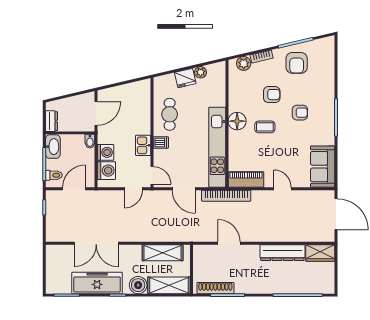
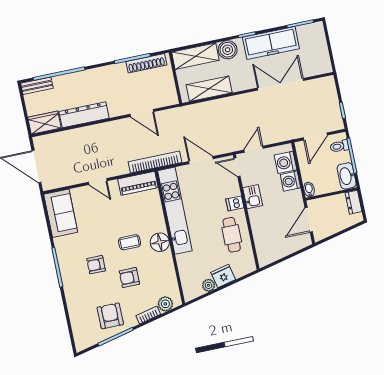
bench: (320, 288) -> (37, 86), added

